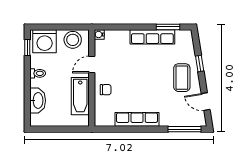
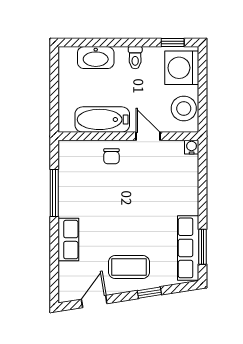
row of seats: (152, 37) -> (188, 248), moved
row of seats: (137, 119) -> (68, 240), moved, width x0.68
window: (184, 129) -> (54, 193), moved

